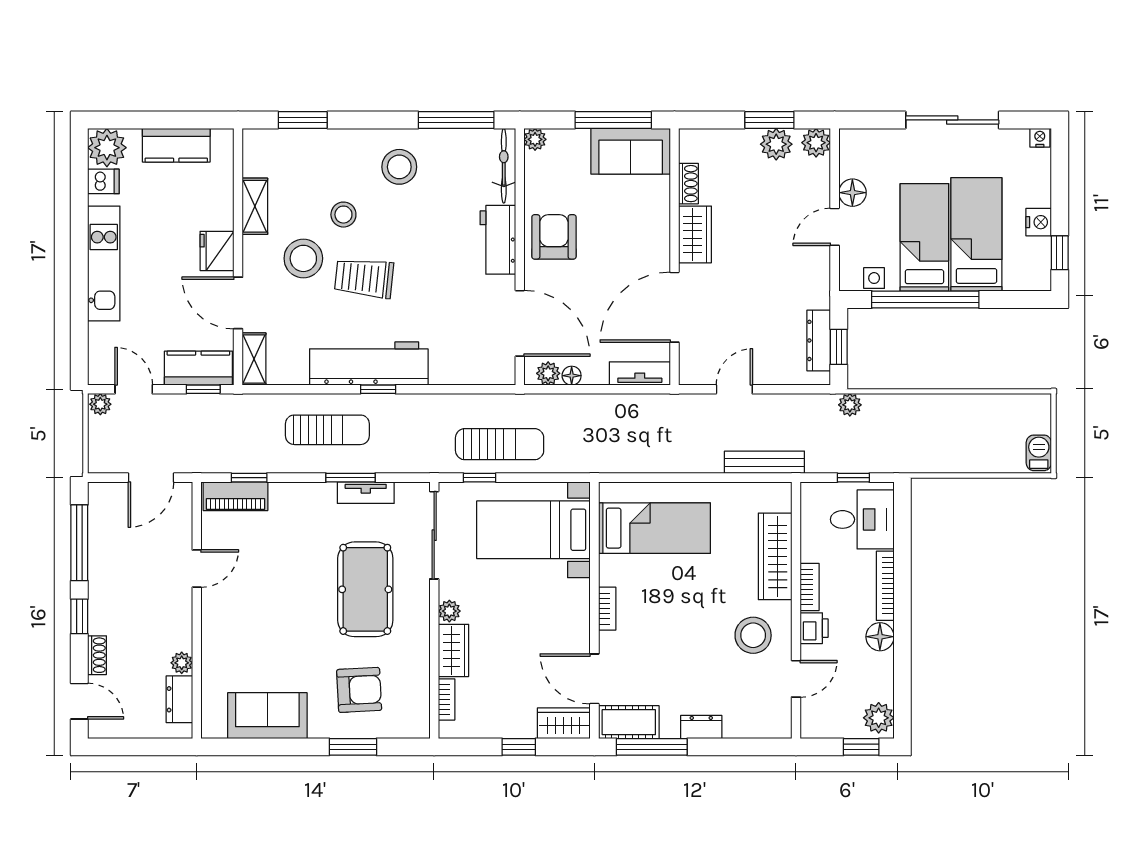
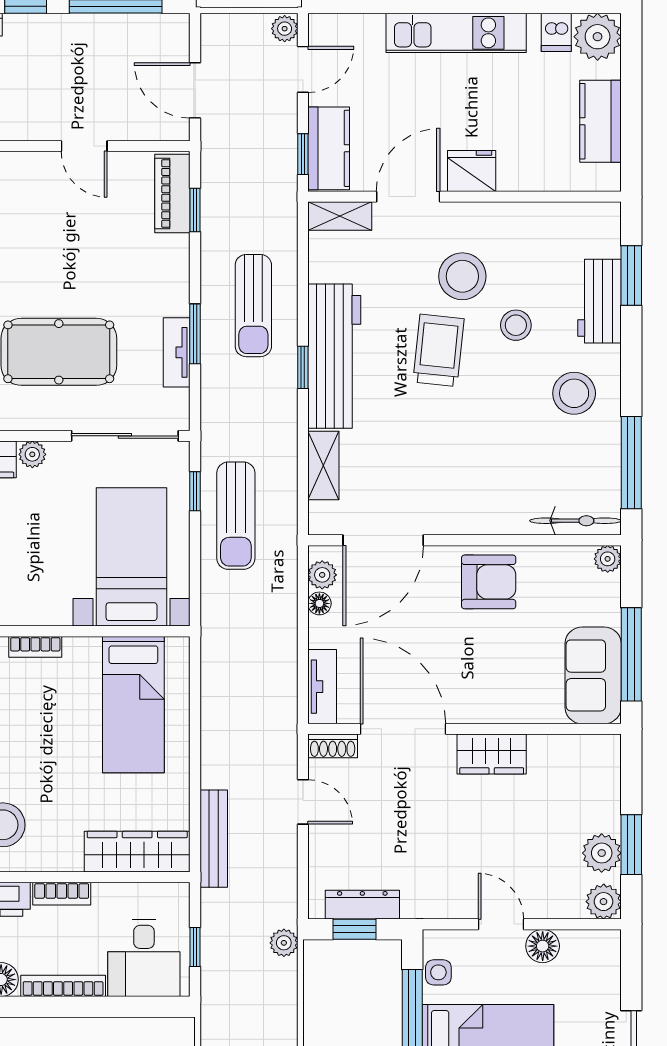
shoe rack: (688, 184) -> (333, 746), moved
shelving: (255, 206) -> (323, 466), moved, turned 90
workbench: (498, 240) -> (599, 301), moved, turned -90
wardrobe: (775, 556) -> (137, 852), moved

